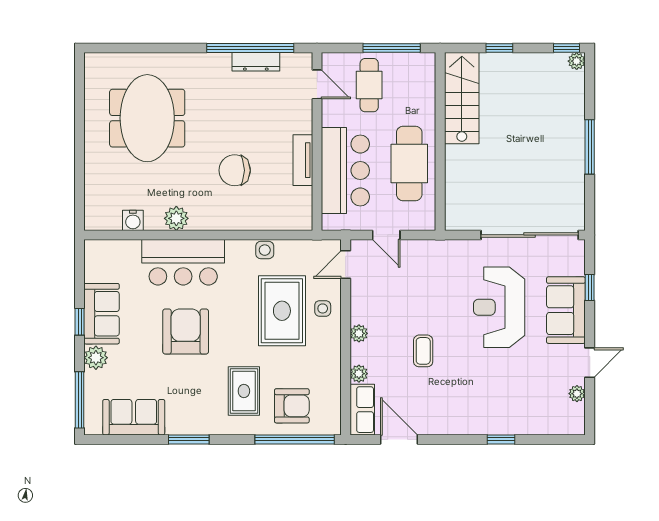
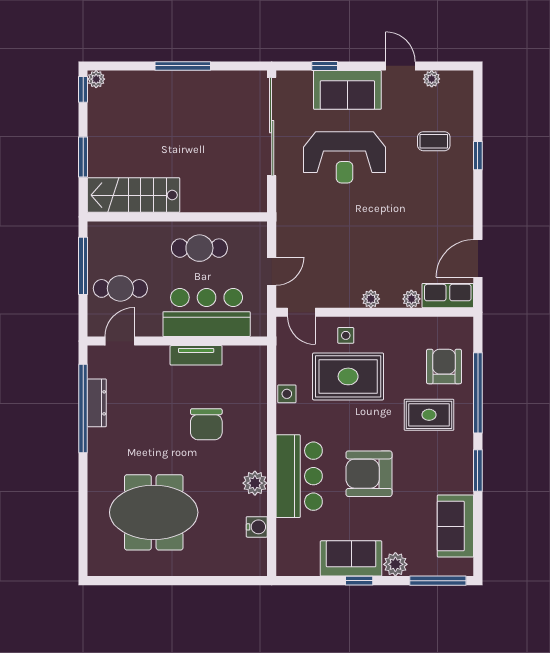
window: (499, 48) -> (83, 157), width x1.50
cafe table: (409, 163) -> (199, 248), width x0.73, depth x0.74
coffee table: (423, 351) -> (434, 141), moved
window: (295, 439) -> (478, 393), moved

